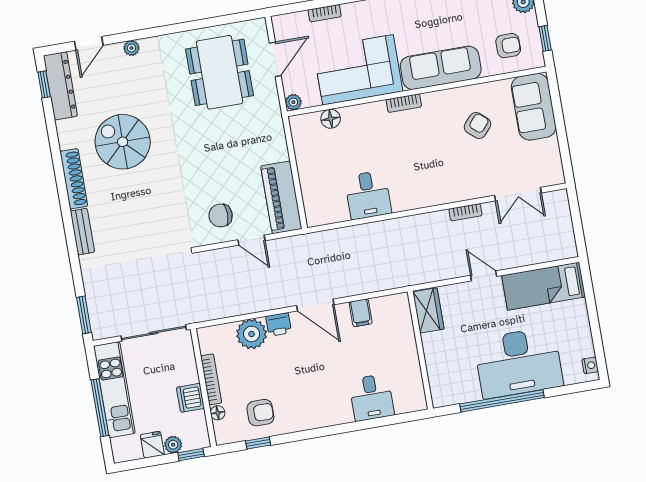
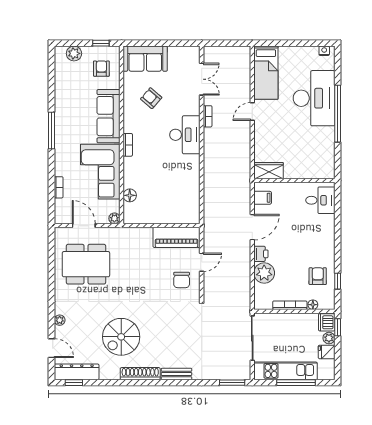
desk: (368, 195) -> (185, 135), moved, width x1.37
wardrobe: (428, 310) -> (269, 171), moved
wall: (420, 350) -> (294, 181), moved
dishwasher: (190, 398) -> (327, 322), moved, turned 90

